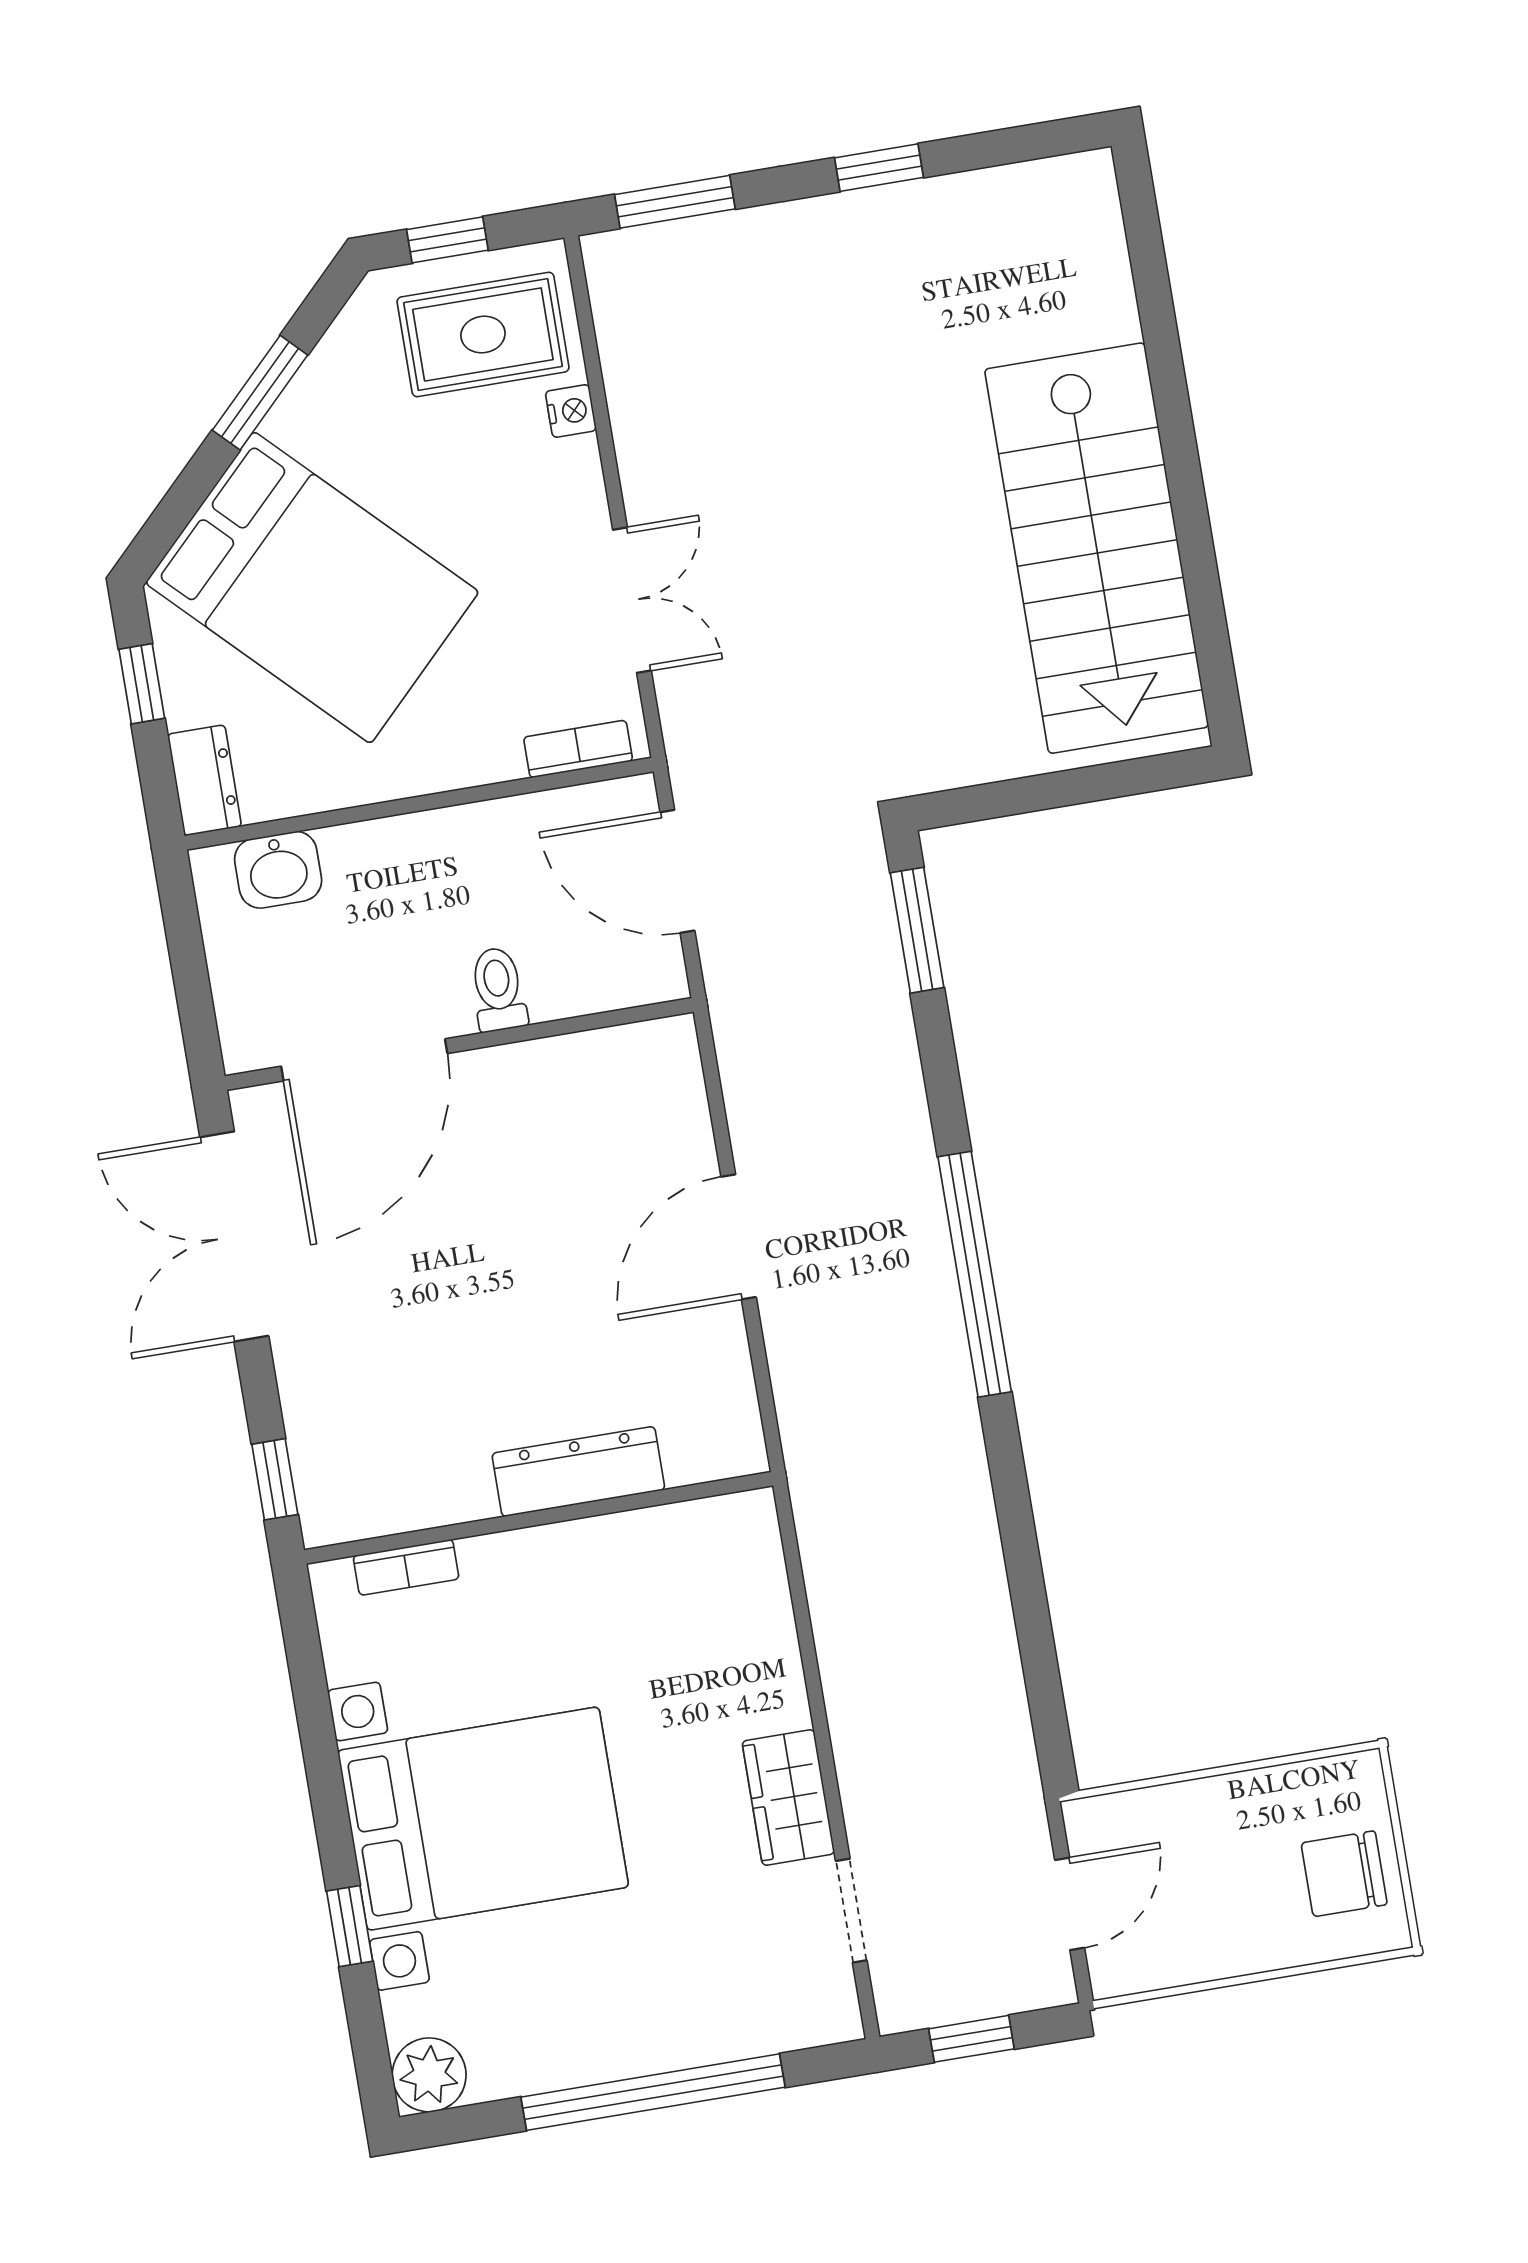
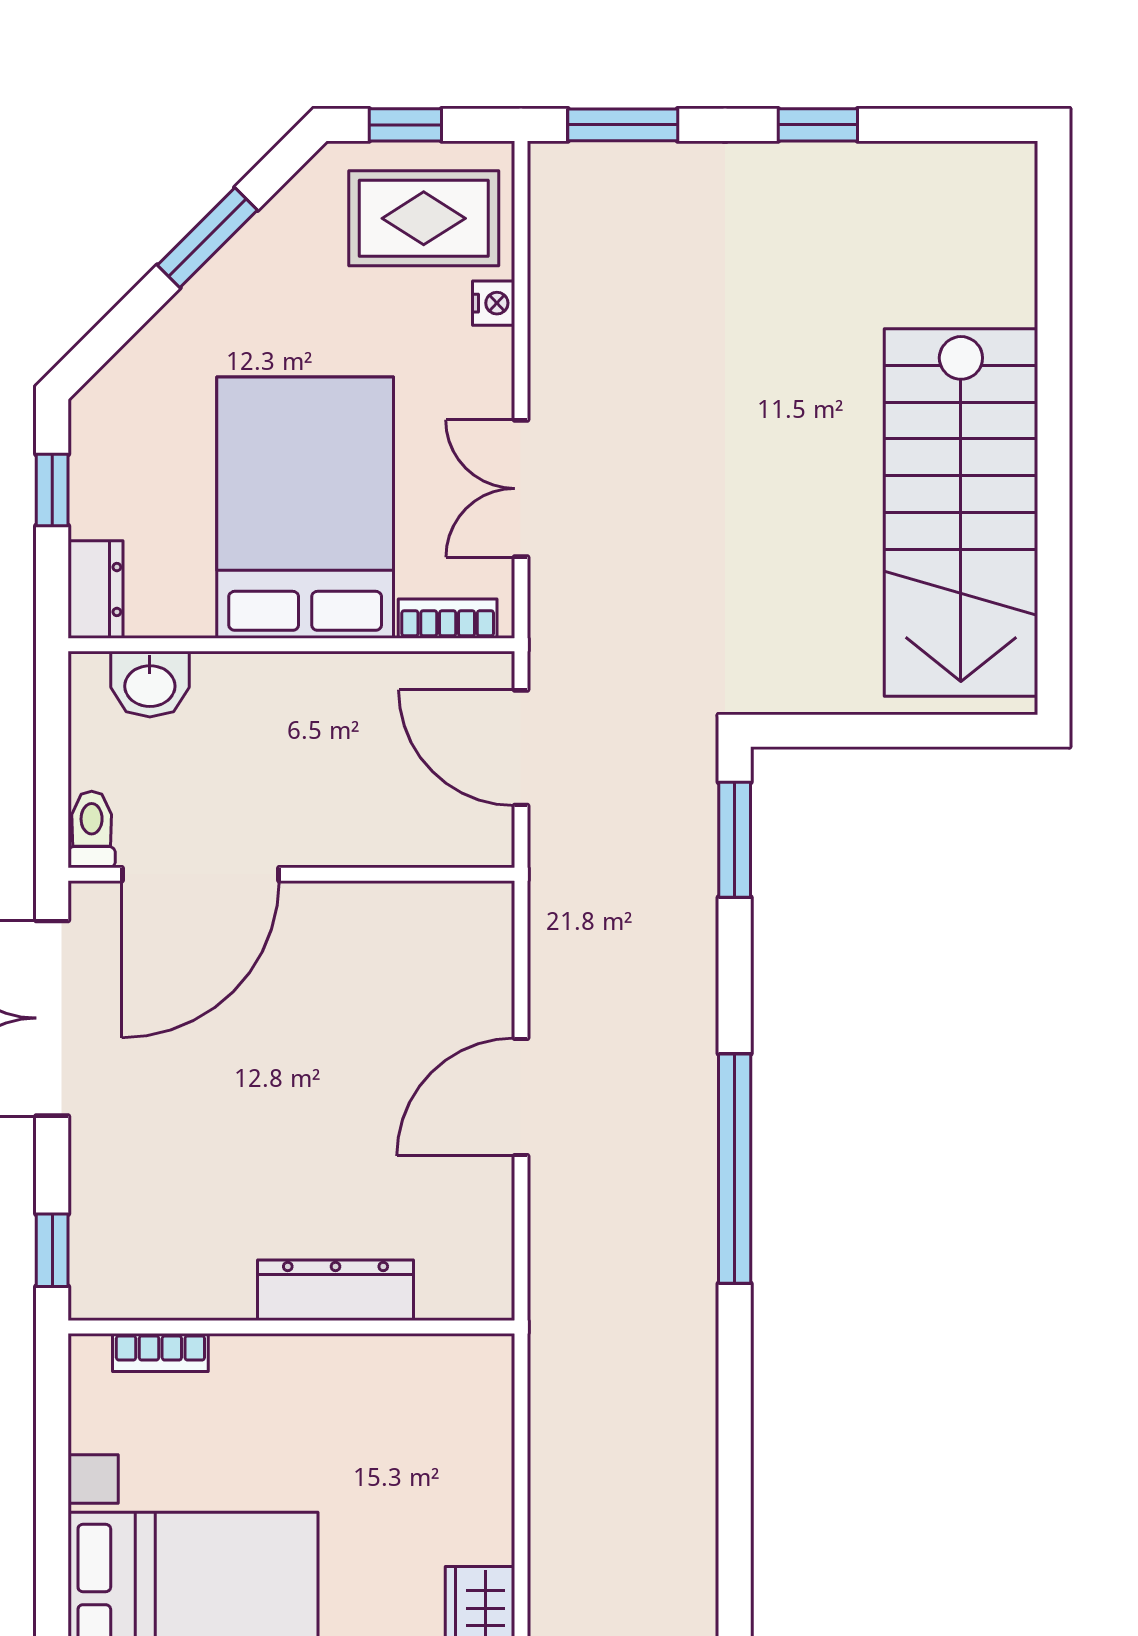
bed: (312, 588) -> (305, 508), moved, turned -135
double door: (632, 600) -> (521, 489), swing flipped
toilet: (498, 989) -> (92, 830), moved

